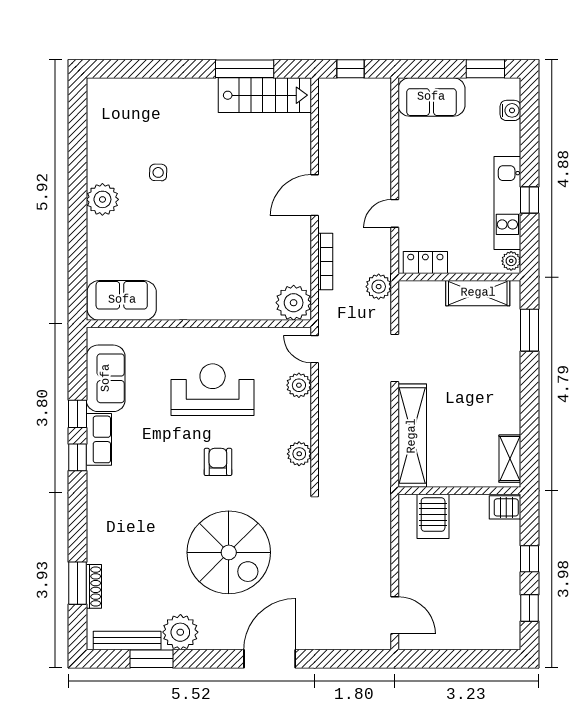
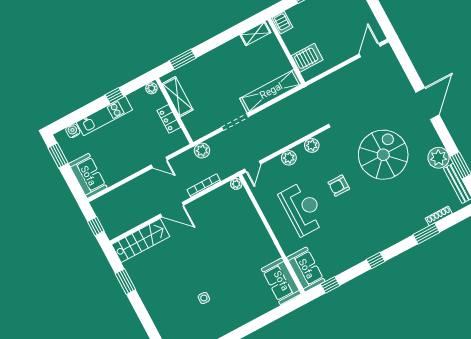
window: (245, 69) -> (125, 282), width x0.69
stairs: (265, 95) -> (141, 240), moved, turned 90
plant: (102, 199) -> (234, 320), removed
kitchen unit: (507, 203) -> (104, 116), moved
locker: (425, 263) -> (169, 119), moved
plant: (294, 303) -> (236, 184), width x0.53, depth x0.53
sofa: (106, 378) -> (306, 269), moved, turned 90
plant: (299, 385) -> (289, 158), moved
reception desk: (213, 390) -> (302, 209), turned 180
window: (77, 414) -> (330, 285), moved
row of seats: (99, 439) -> (360, 254), removed
window: (77, 583) -> (426, 233), moved
door: (270, 659) -> (427, 104), swing flipped

